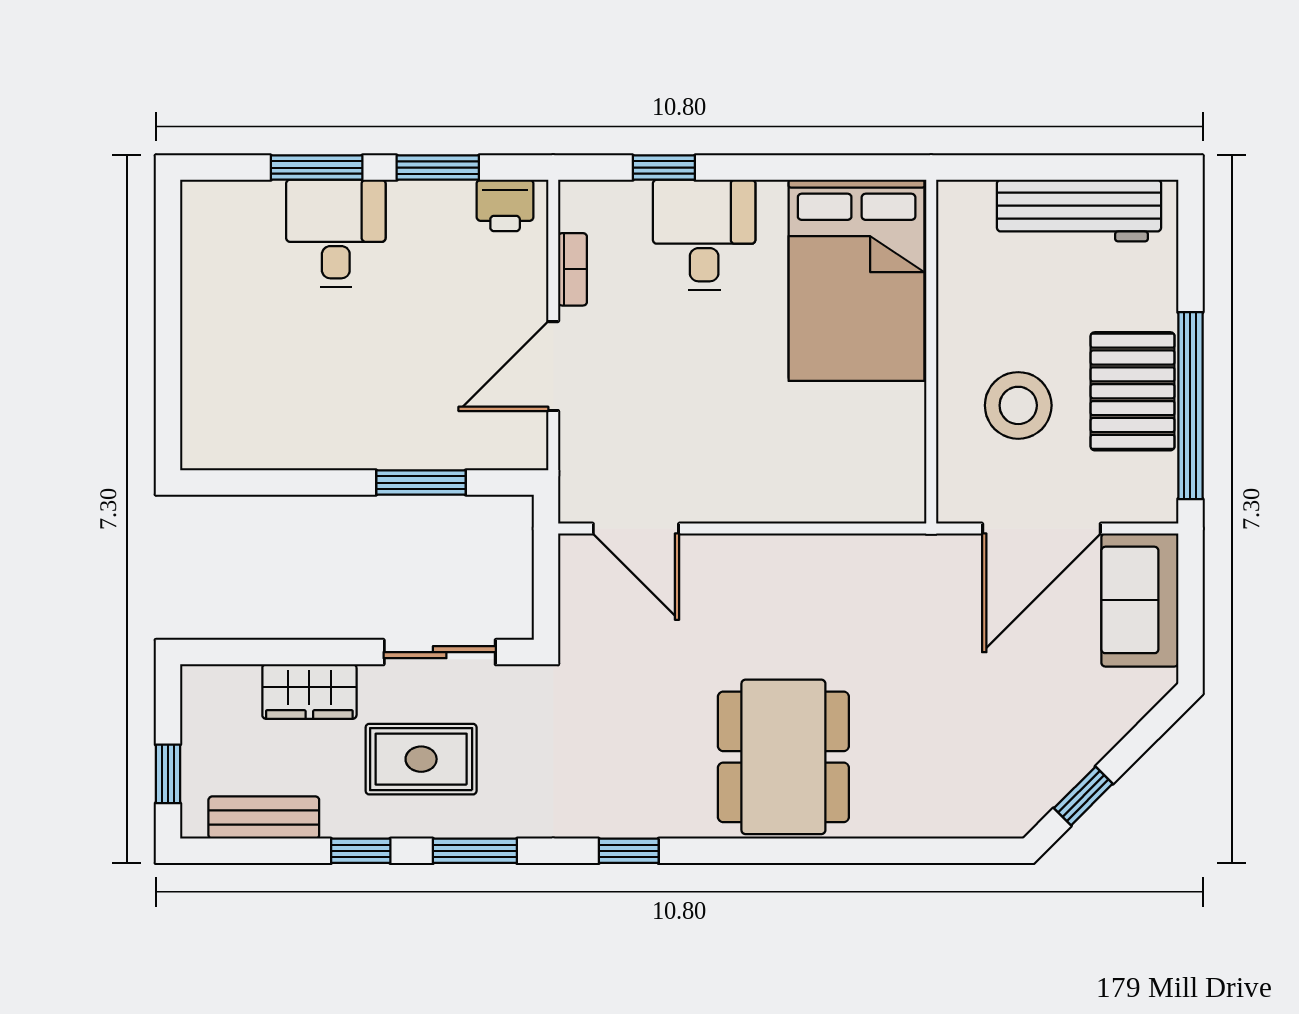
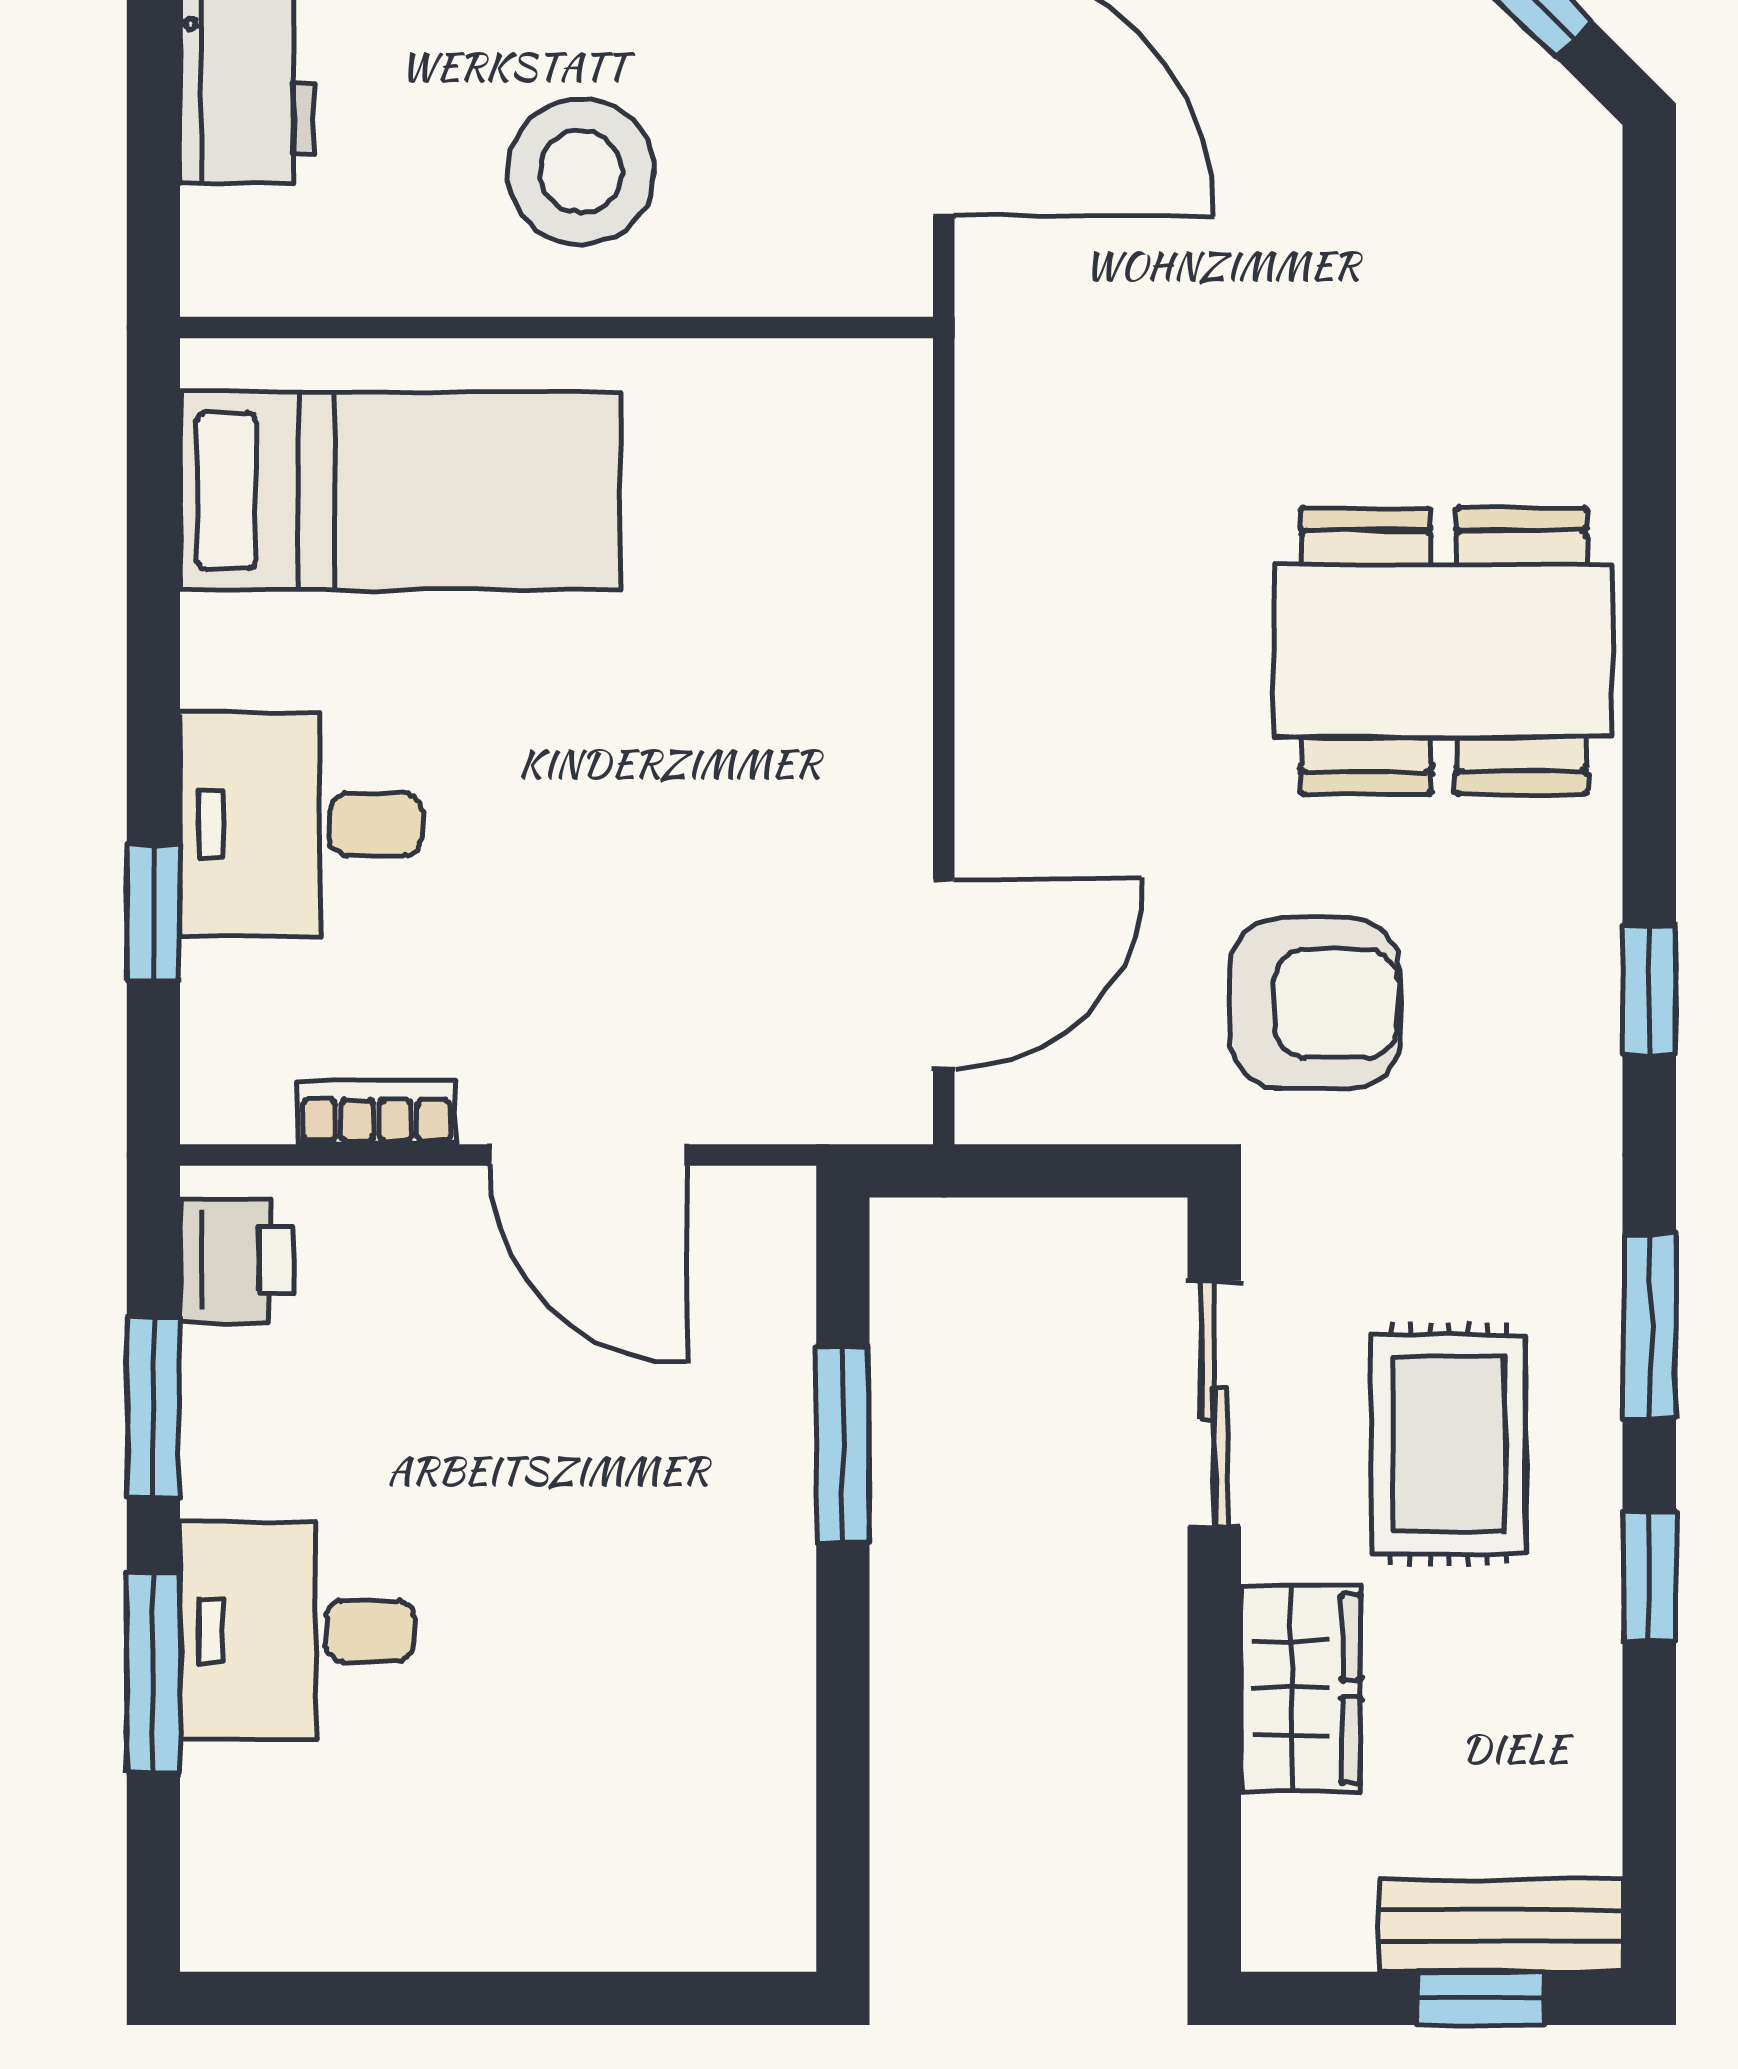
bed: (857, 280) -> (400, 491), width x0.67
stool: (1018, 405) -> (581, 171), moved
armchair: (622, 698) -> (1315, 1003), added
bench: (264, 818) -> (1501, 1925), moved, turned 90

